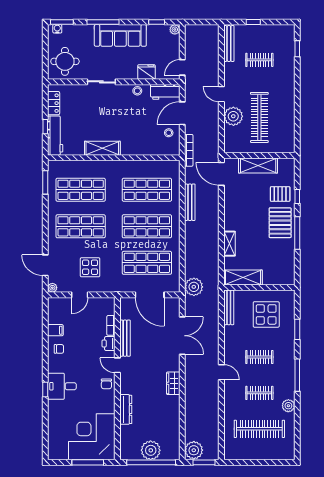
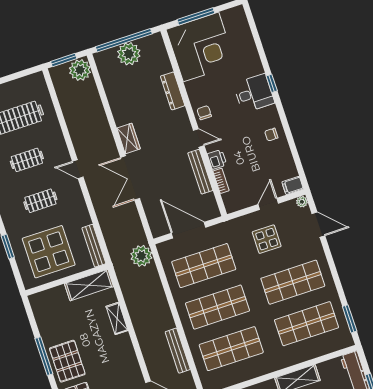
display table: (266, 314) -> (49, 252), width x1.36, depth x1.36
filing cabinet: (55, 330) -> (293, 185), moved
double door: (182, 336) -> (130, 178), moved

